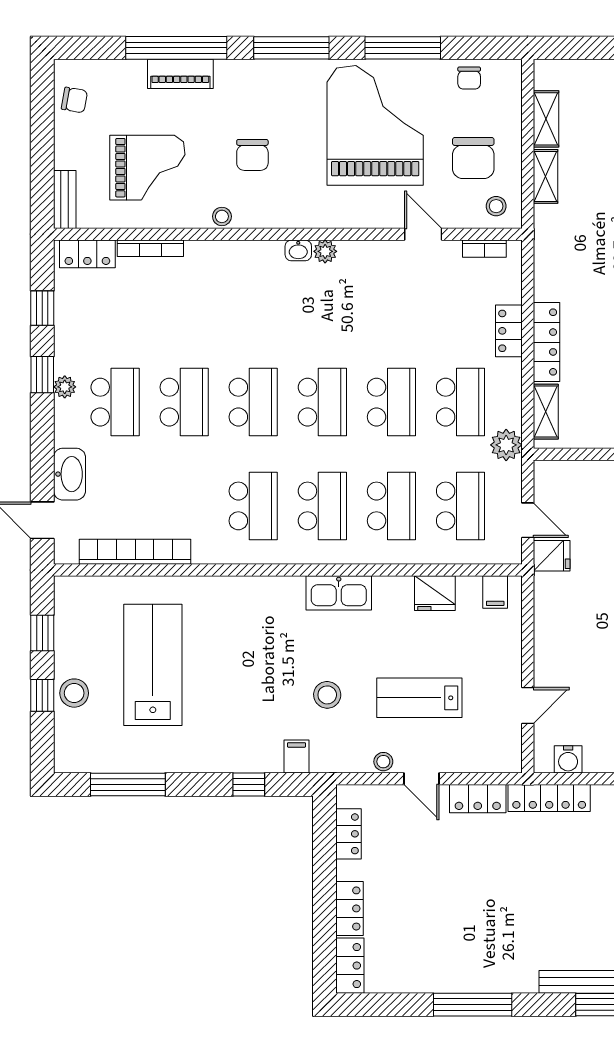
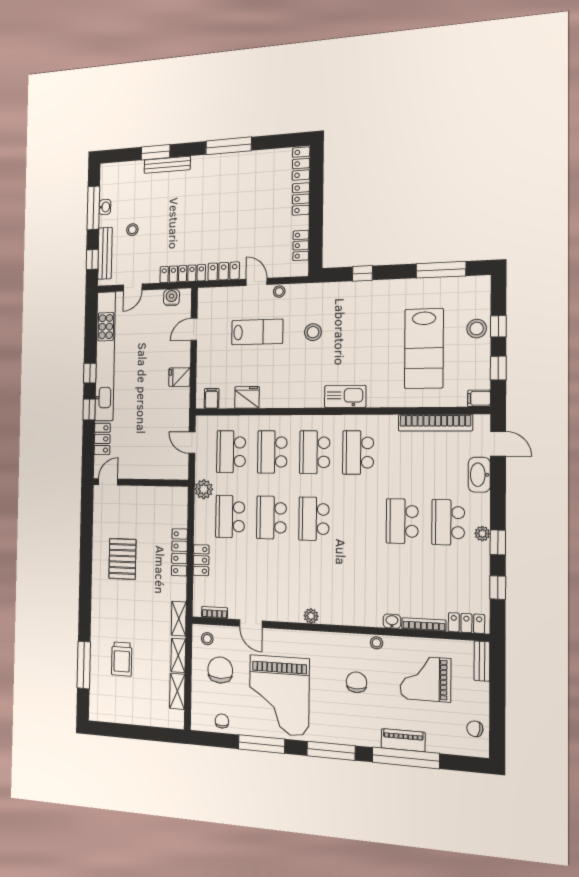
washbasin: (298, 250) -> (392, 621), moved
school desk: (253, 402) -> (357, 520), removed
shelving: (546, 412) -> (179, 619), moved
fridge: (552, 556) -> (179, 377), moved
kitchen sink: (339, 593) -> (345, 396), moved
filing cabinet: (296, 757) -> (479, 398), moved, turned 90

